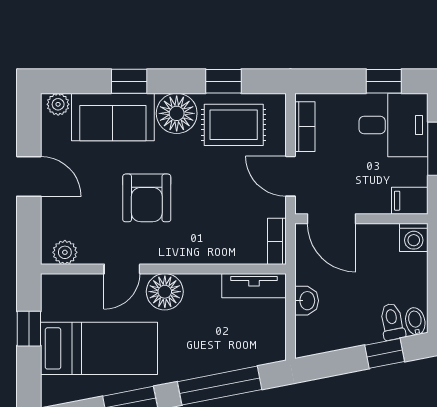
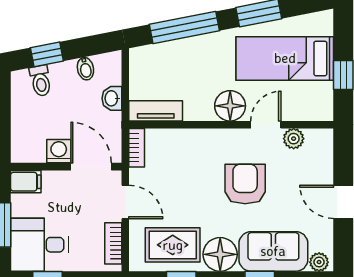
washing machine: (414, 237) -> (59, 151), moved
plant: (65, 252) -> (294, 139), moved
bidet: (415, 321) -> (85, 69), moved

